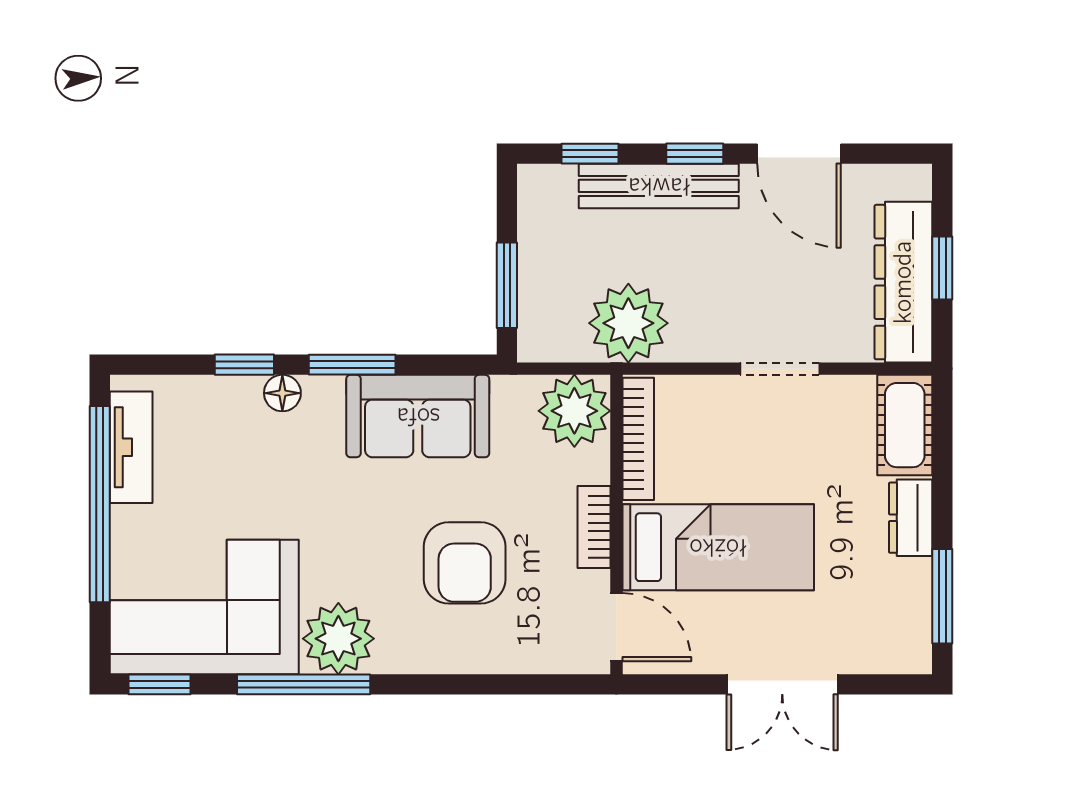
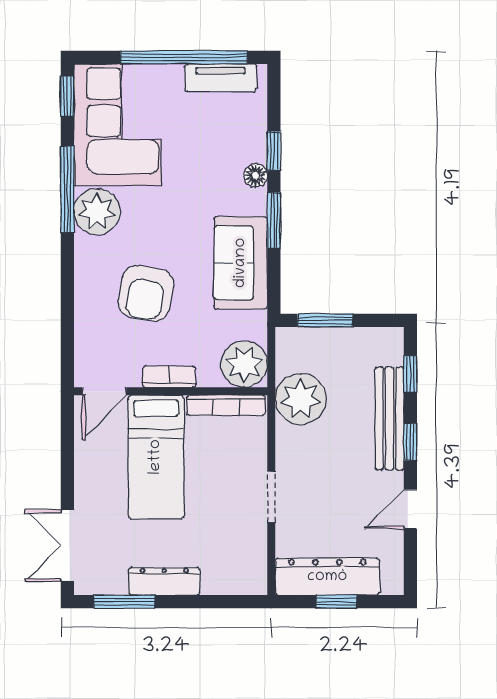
door: (799, 154) -> (410, 509), width x0.73
cot: (905, 425) -> (235, 578), removed
dresser: (911, 518) -> (164, 581), width x1.44
armchair: (465, 563) -> (146, 293), turned -80
double door: (782, 684) -> (67, 546), moved

